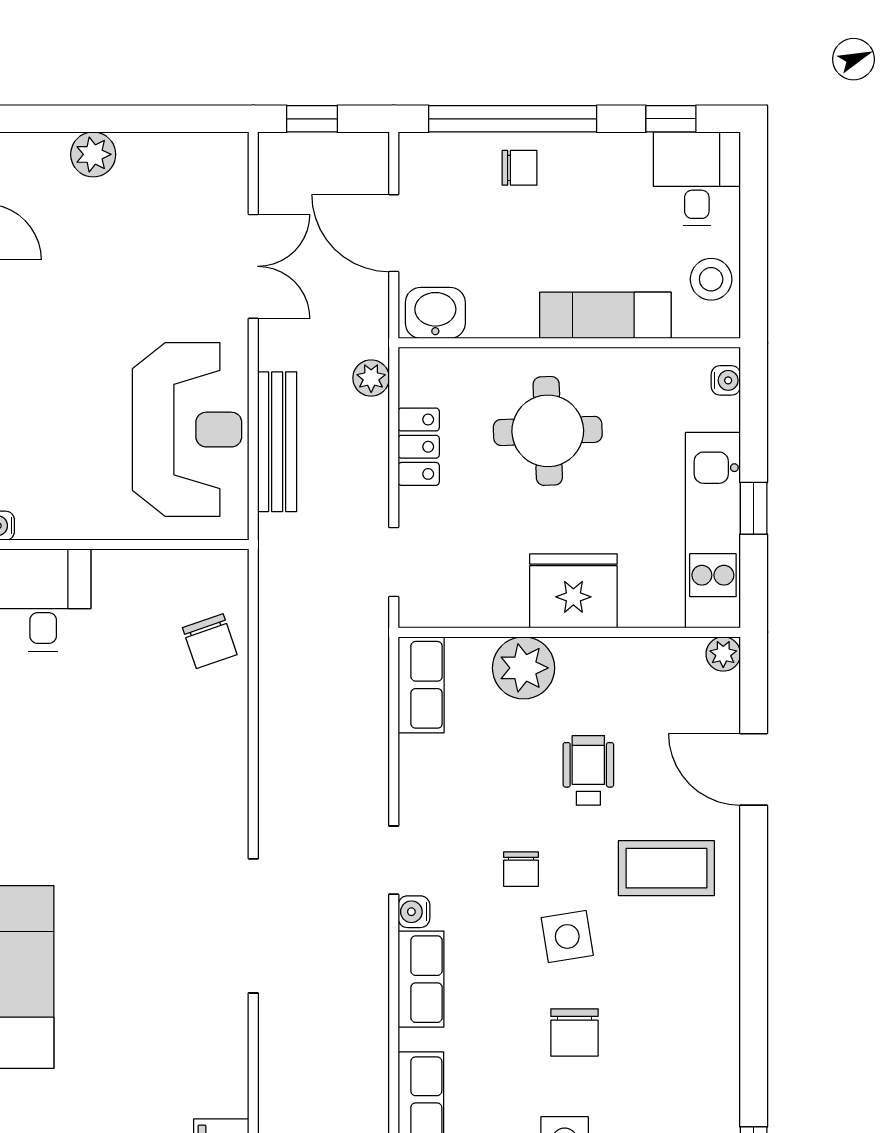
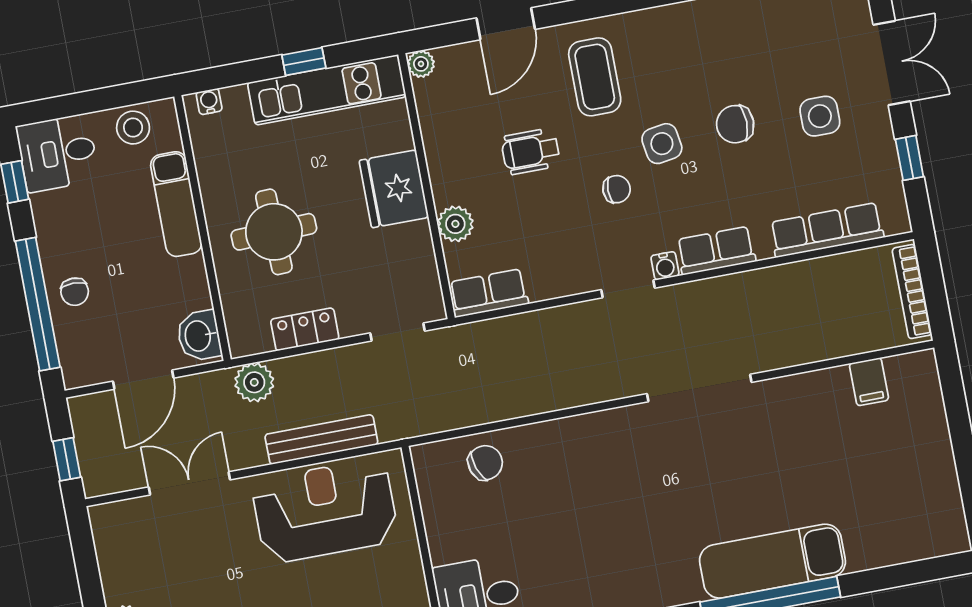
chair: (520, 168) -> (75, 292), turned 180
plant: (371, 378) -> (254, 382), width x1.38, depth x1.38
plant: (524, 668) -> (455, 224), width x0.73, depth x0.73
chair: (574, 1033) -> (735, 124), turned 180

